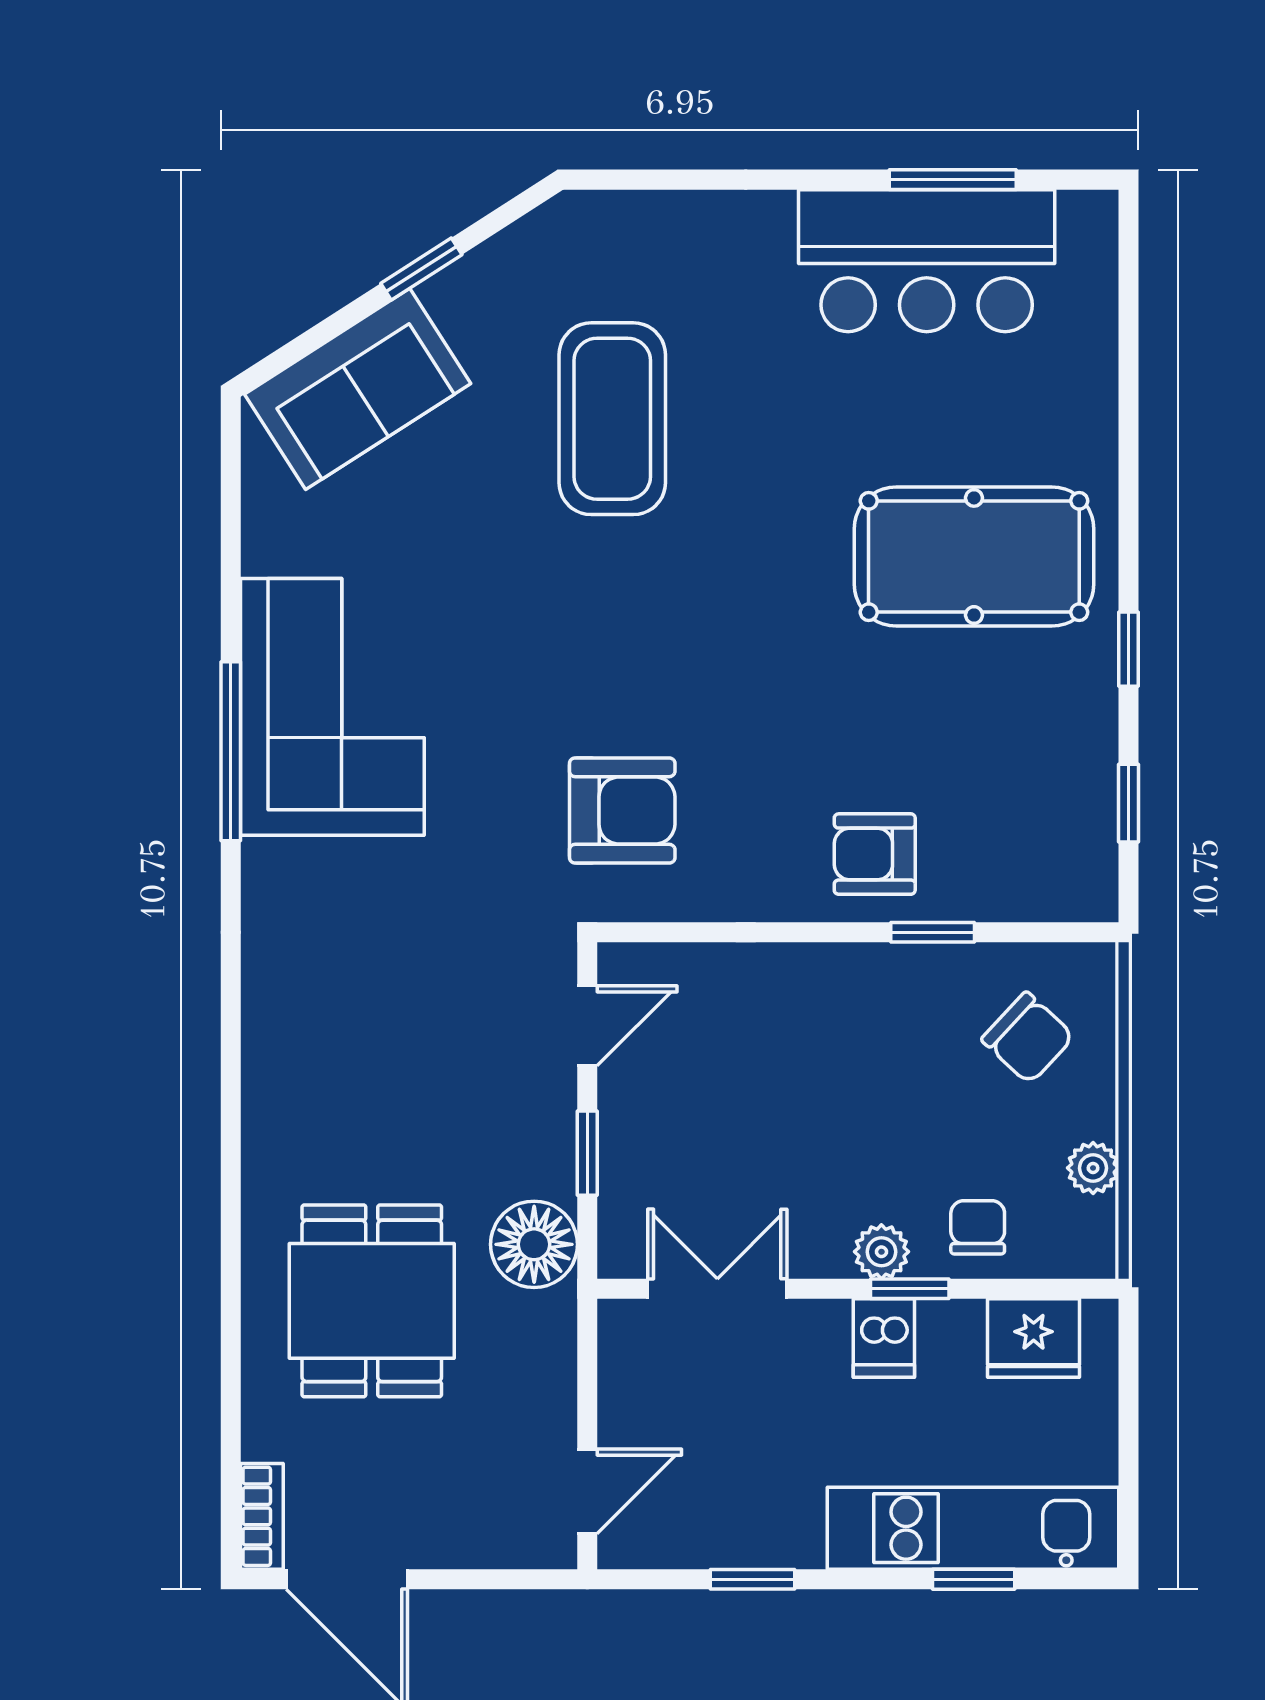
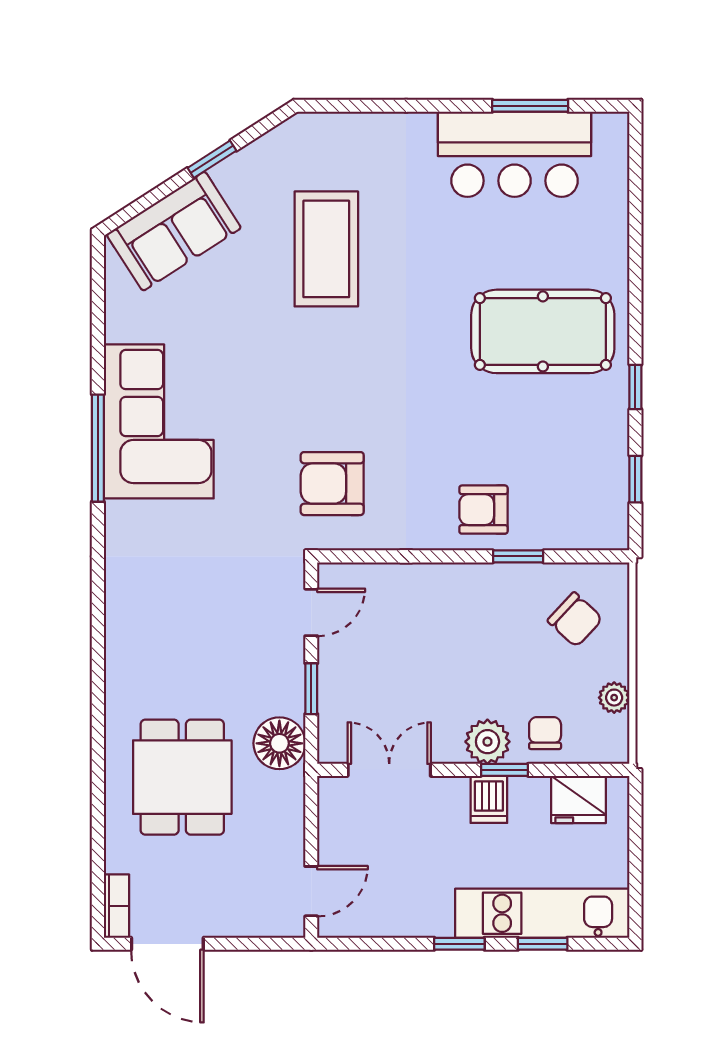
armchair: (622, 810) -> (332, 484), turned 180
plant: (881, 1252) -> (487, 742), width x1.38, depth x1.38
window: (753, 1579) -> (459, 944), moved

